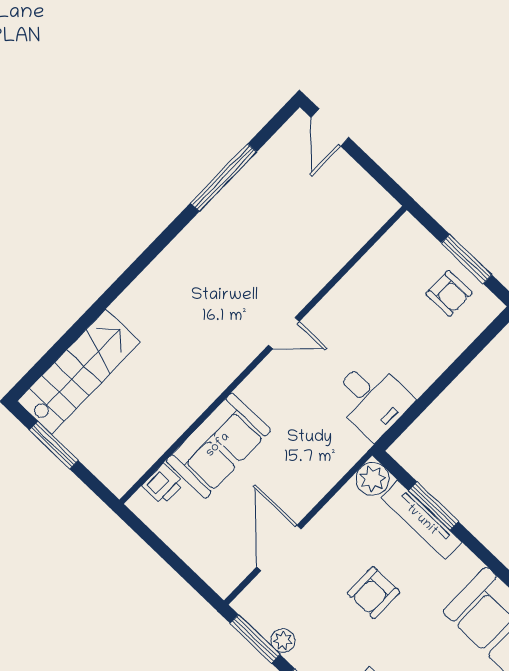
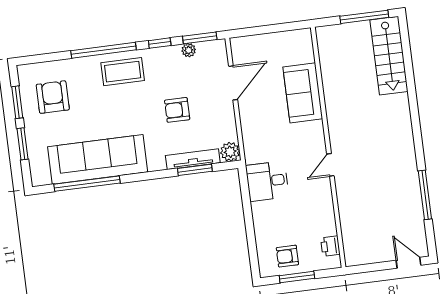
window: (54, 445) -> (364, 17), width x1.44
printer: (163, 484) -> (330, 246), moved
door: (279, 548) -> (233, 83), hinge flipped
armchair: (374, 593) -> (177, 110), turned -90

